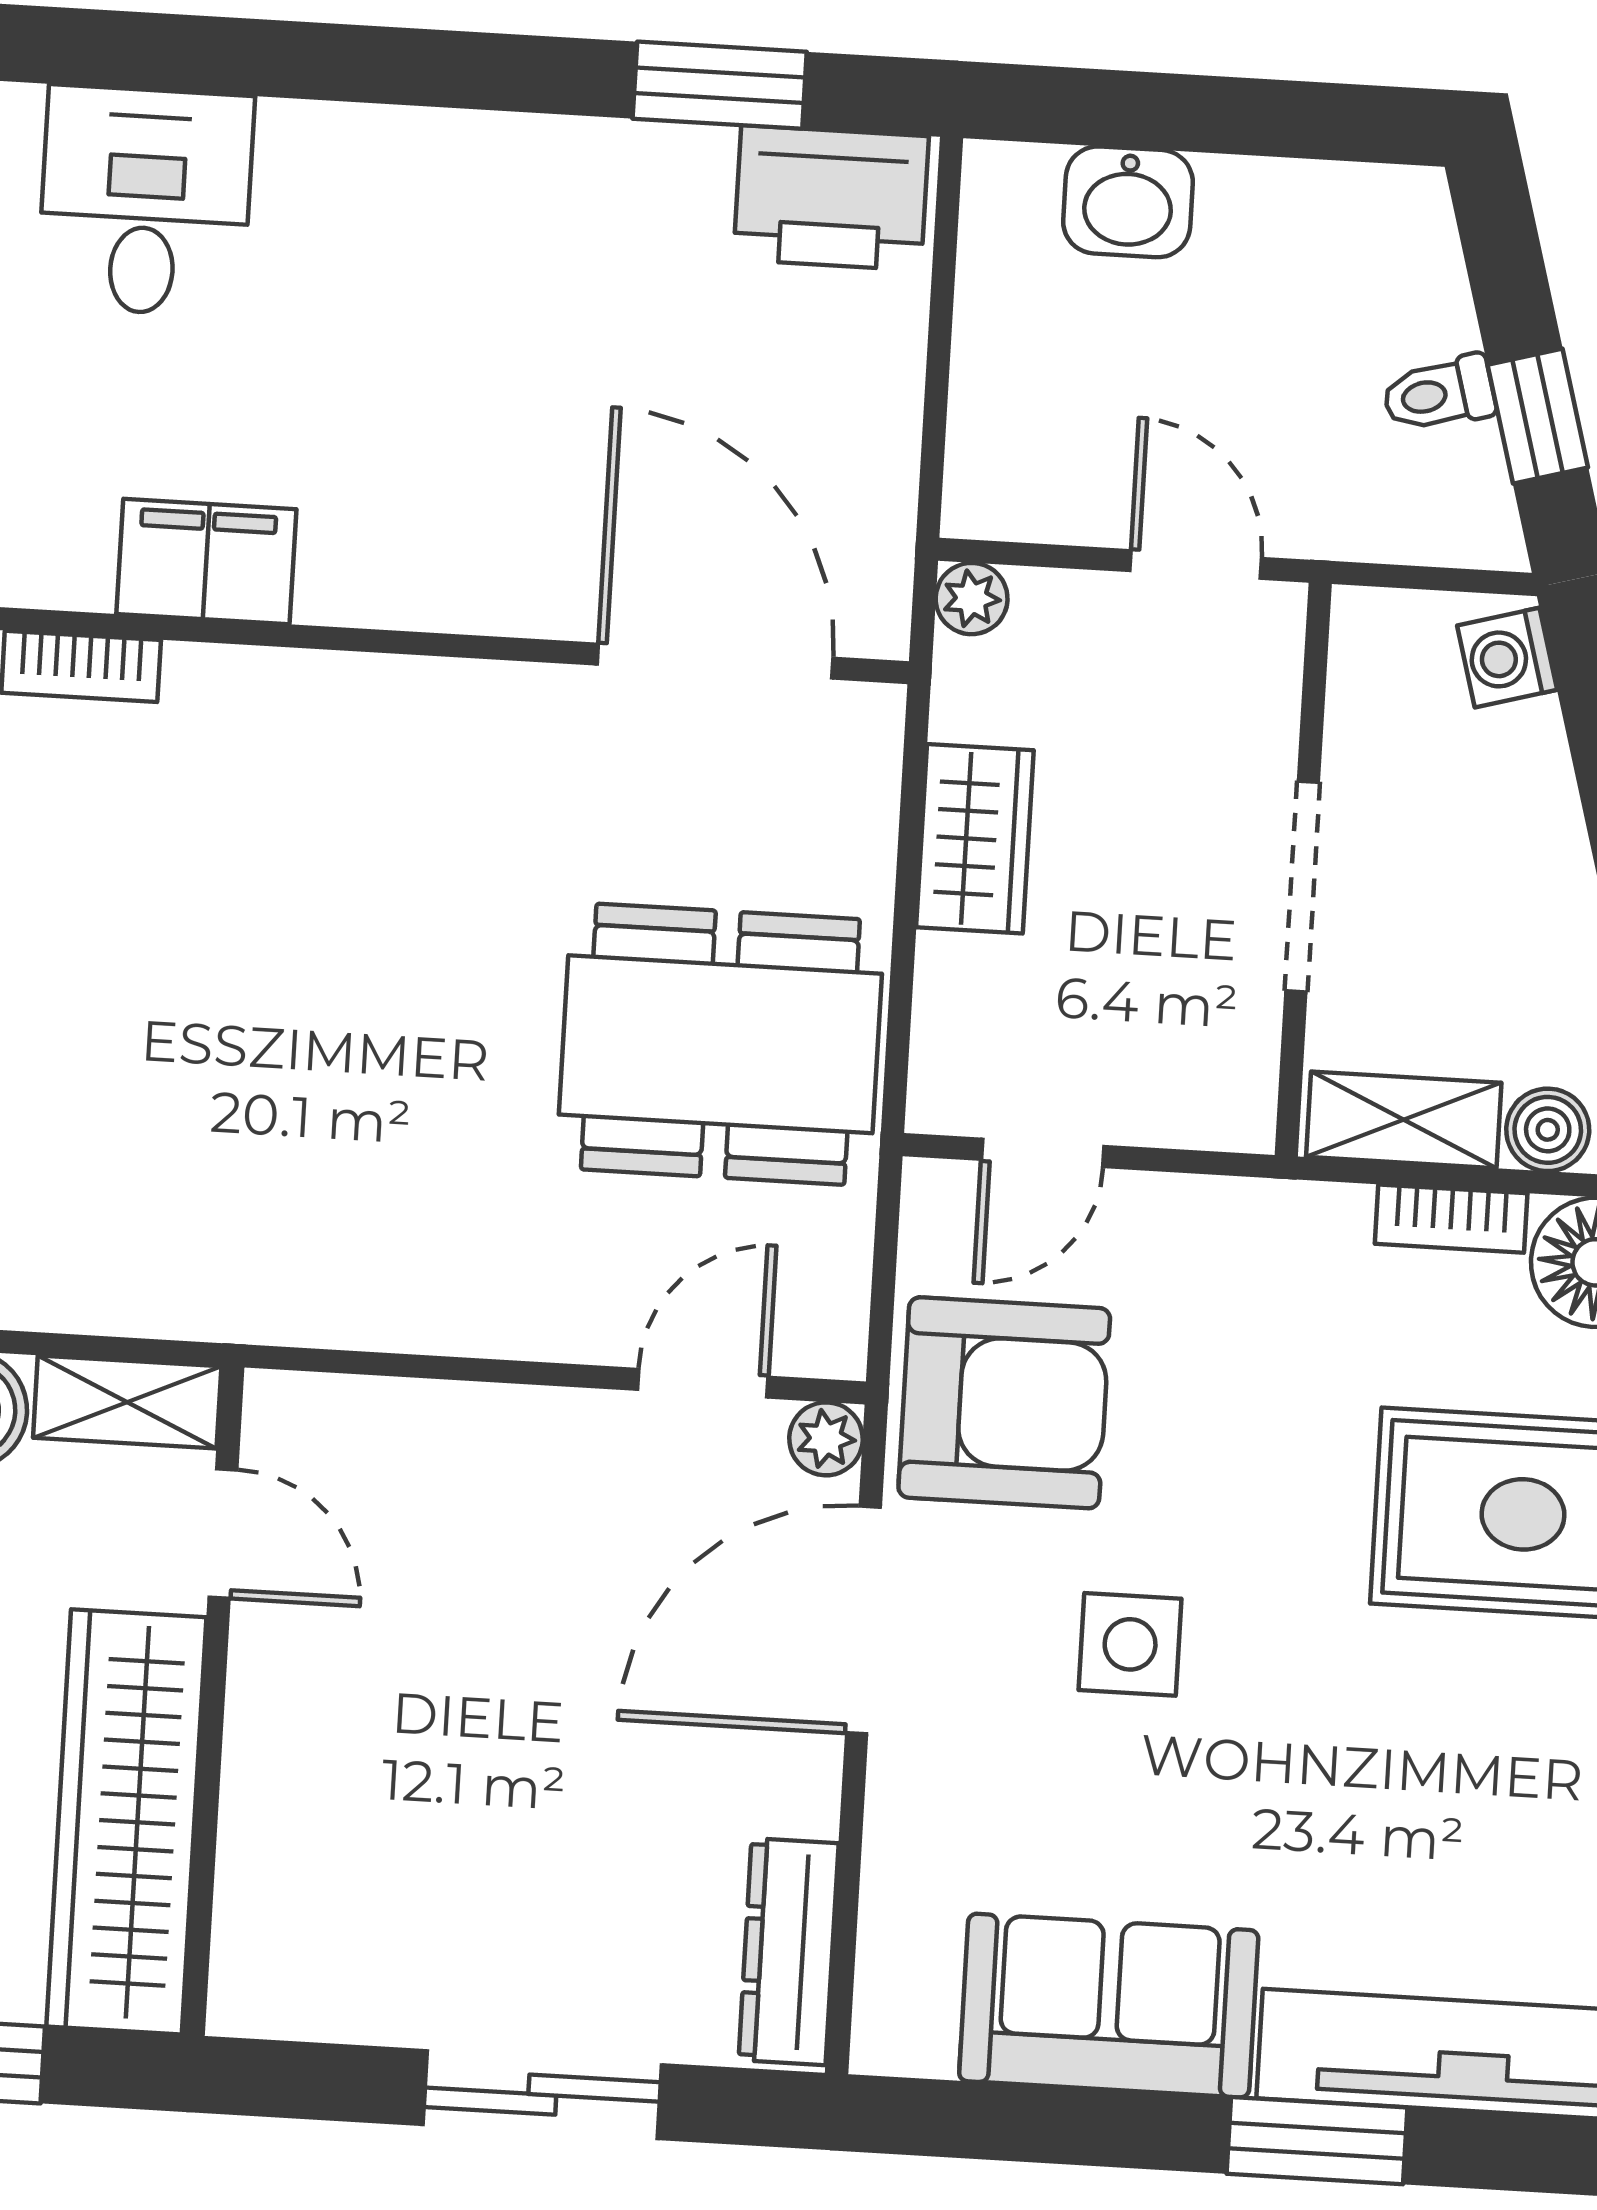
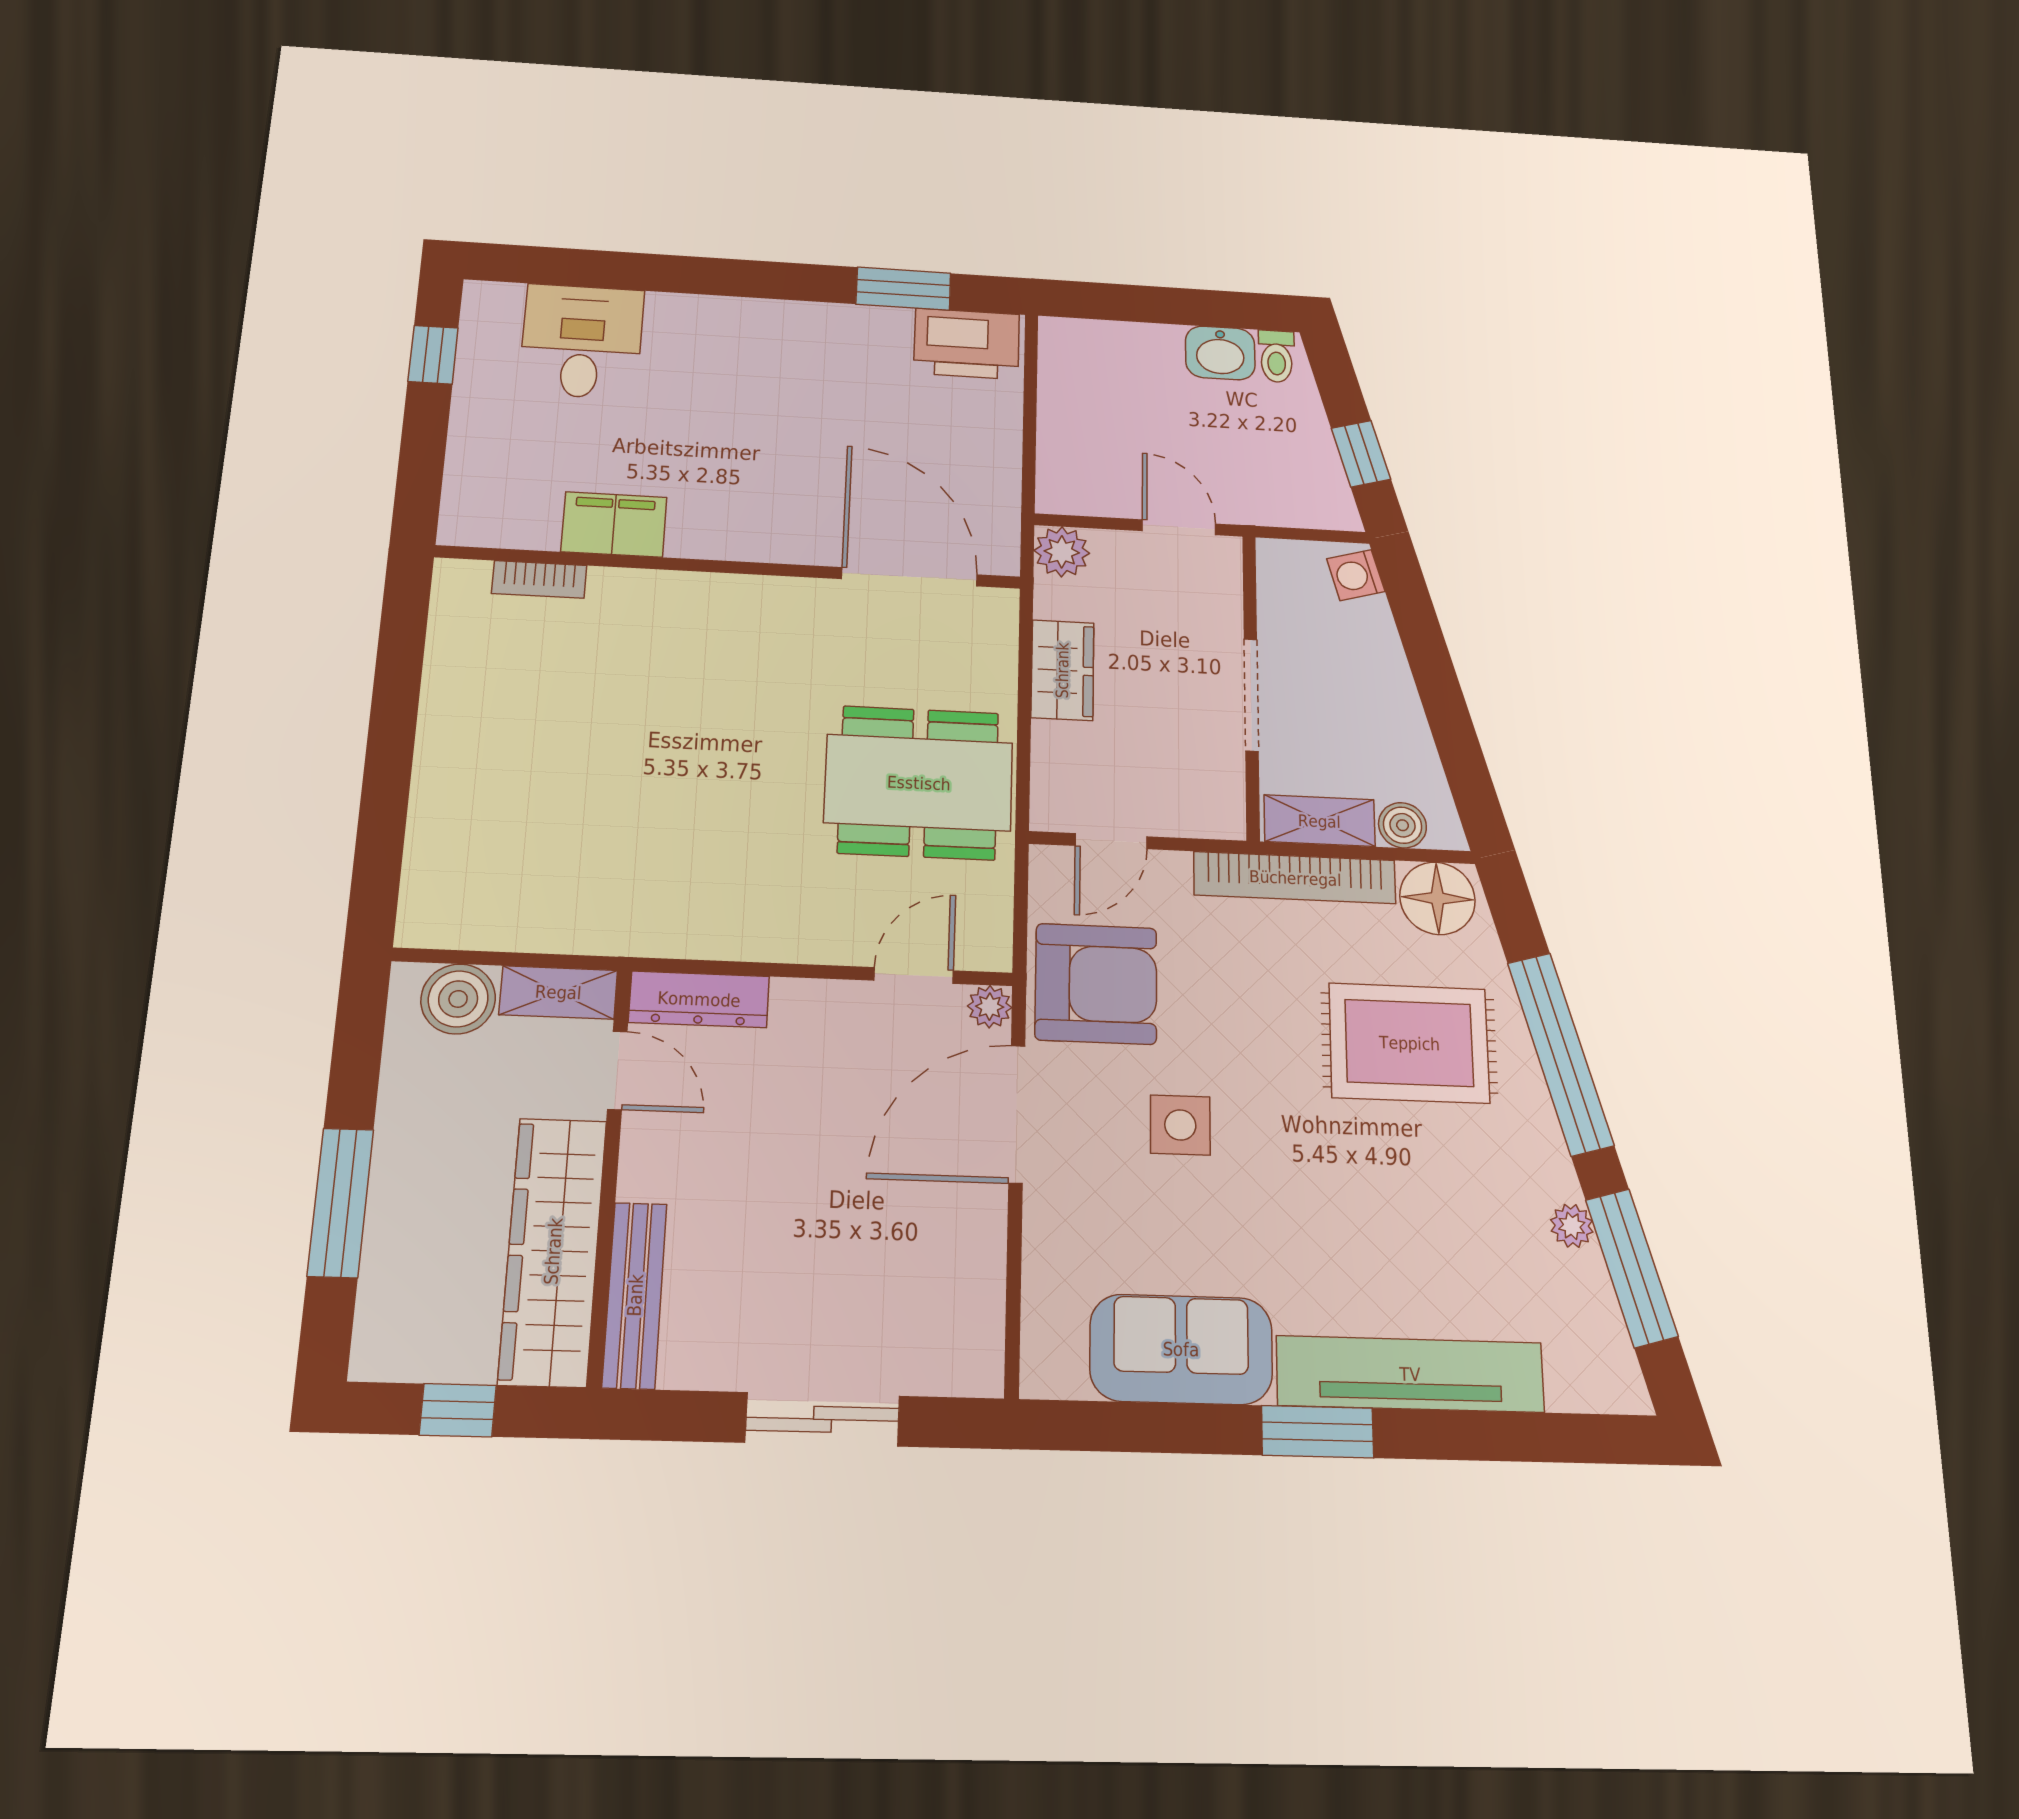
washbasin: (1128, 202) -> (1220, 353), moved
toilet: (1439, 394) -> (1277, 356), moved, turned -74
plant: (972, 599) -> (1062, 552), width x1.38, depth x1.38
bookcase: (1451, 1219) -> (1295, 878), width x2.31, depth x1.31
bench: (253, 1895) -> (635, 1295), added
dresser: (789, 1952) -> (699, 999), moved, turned -90

